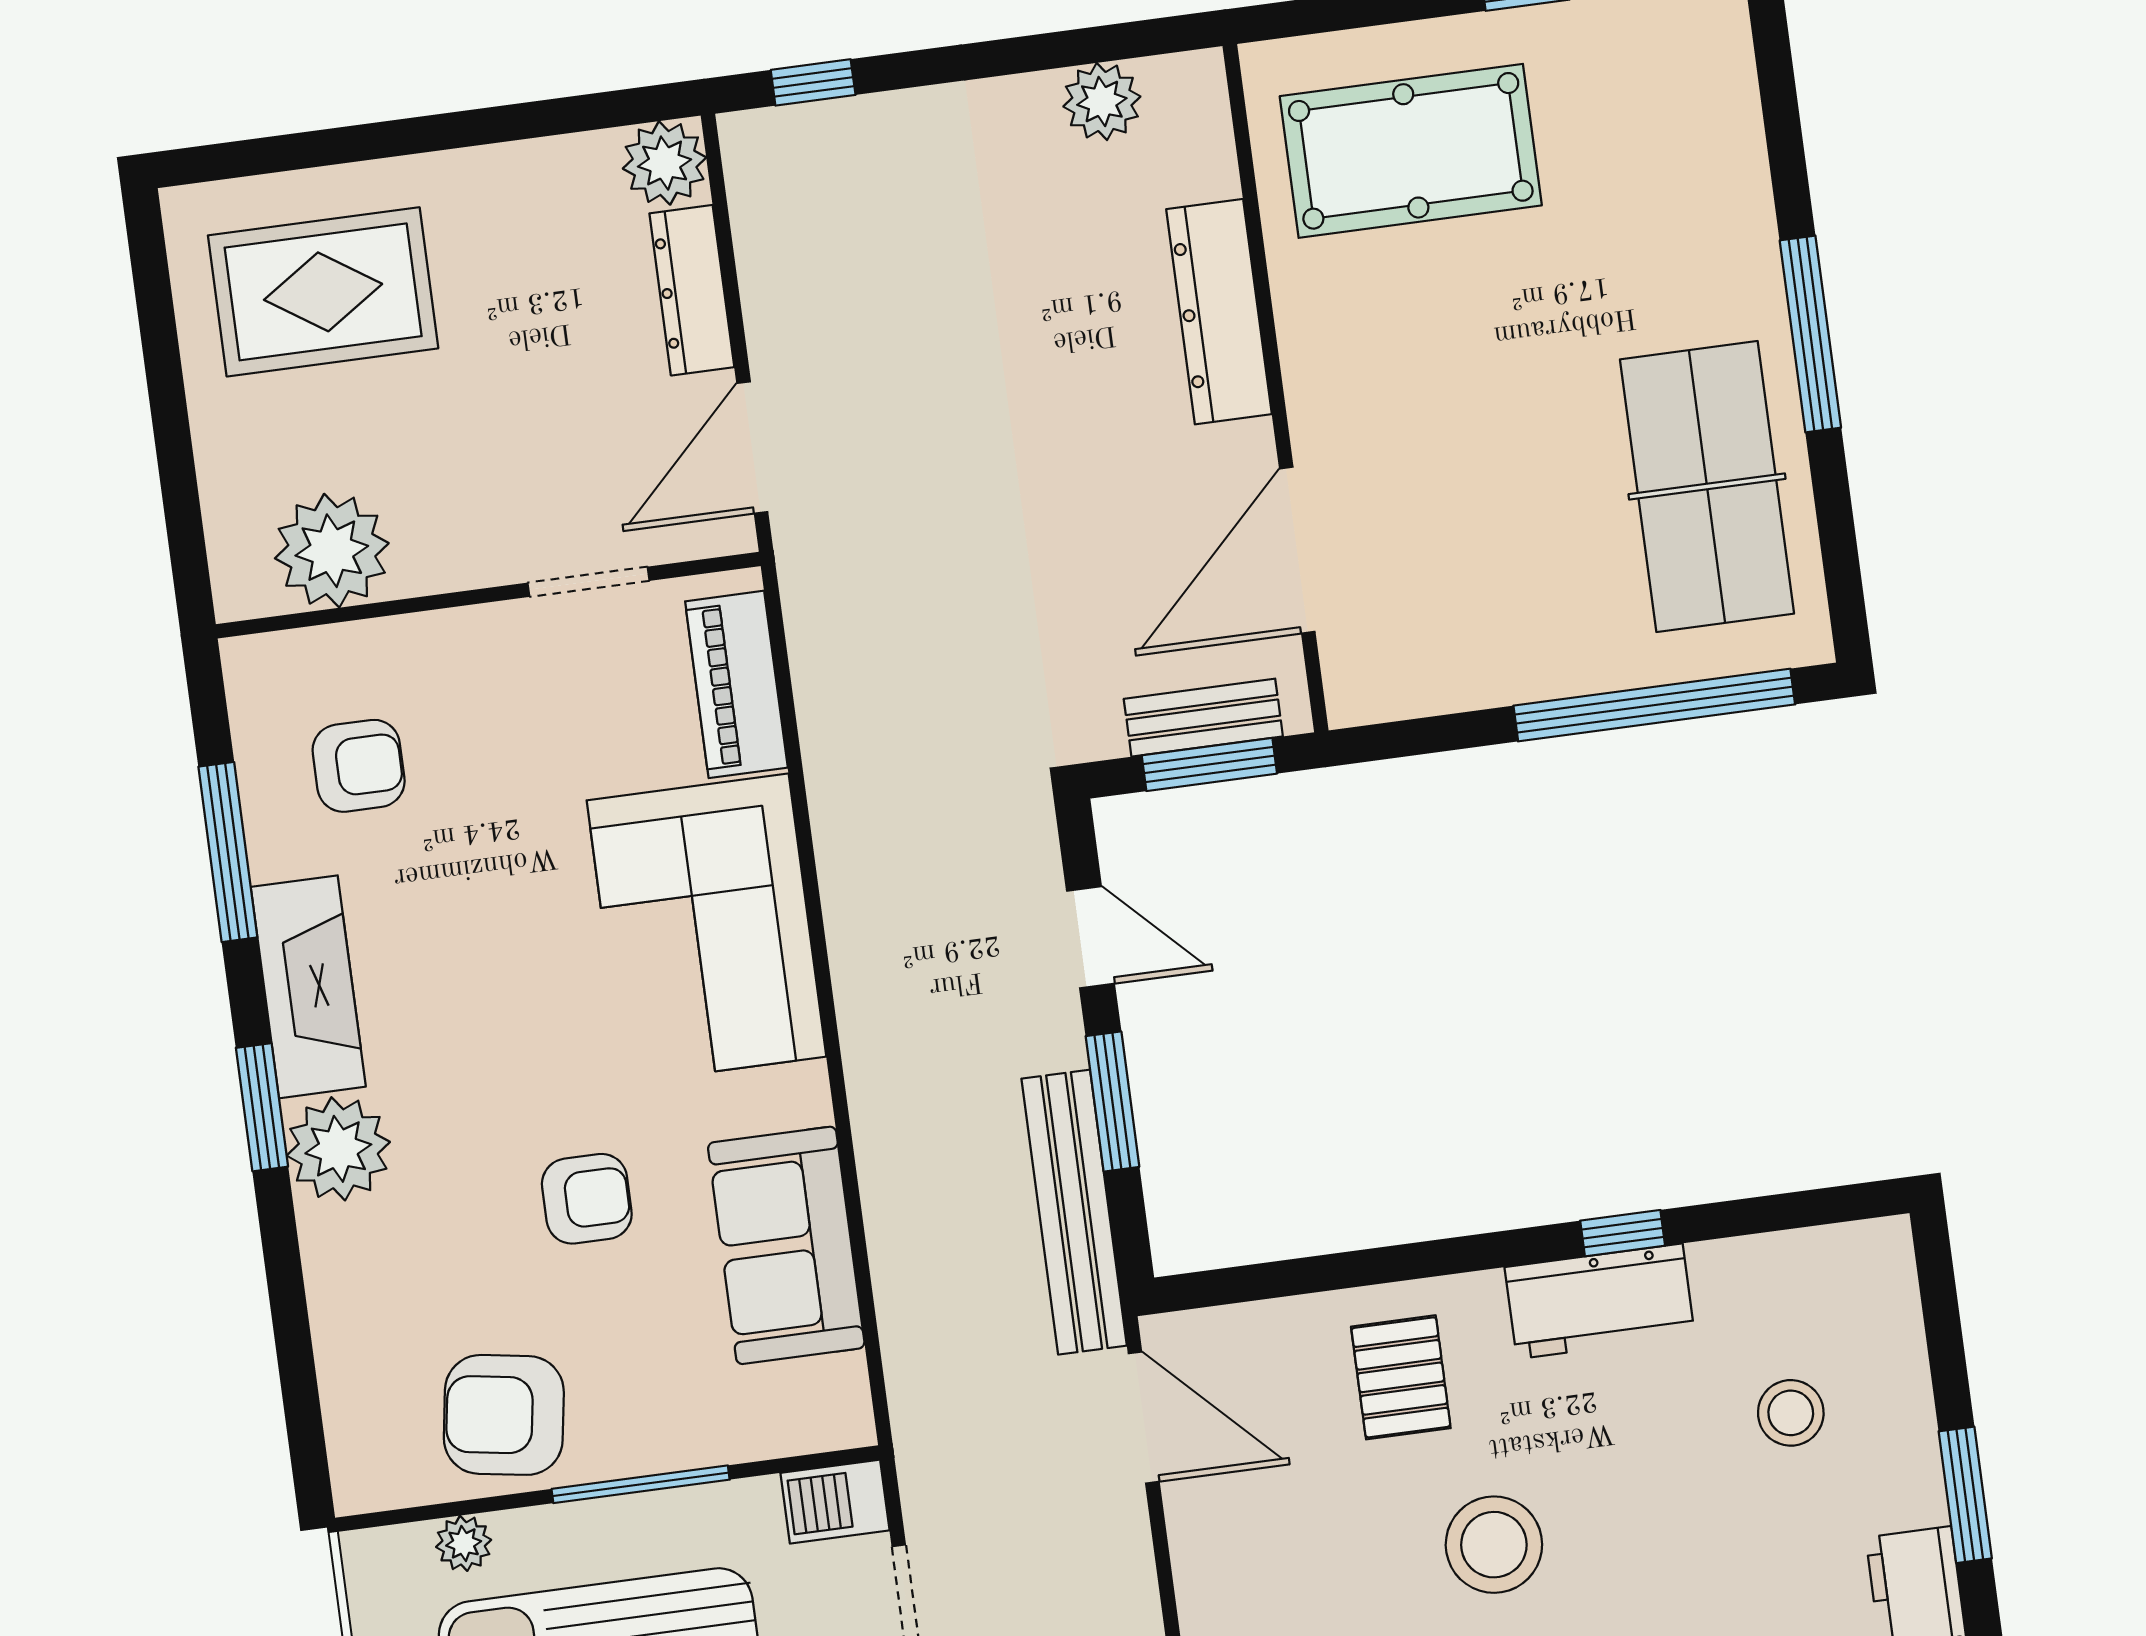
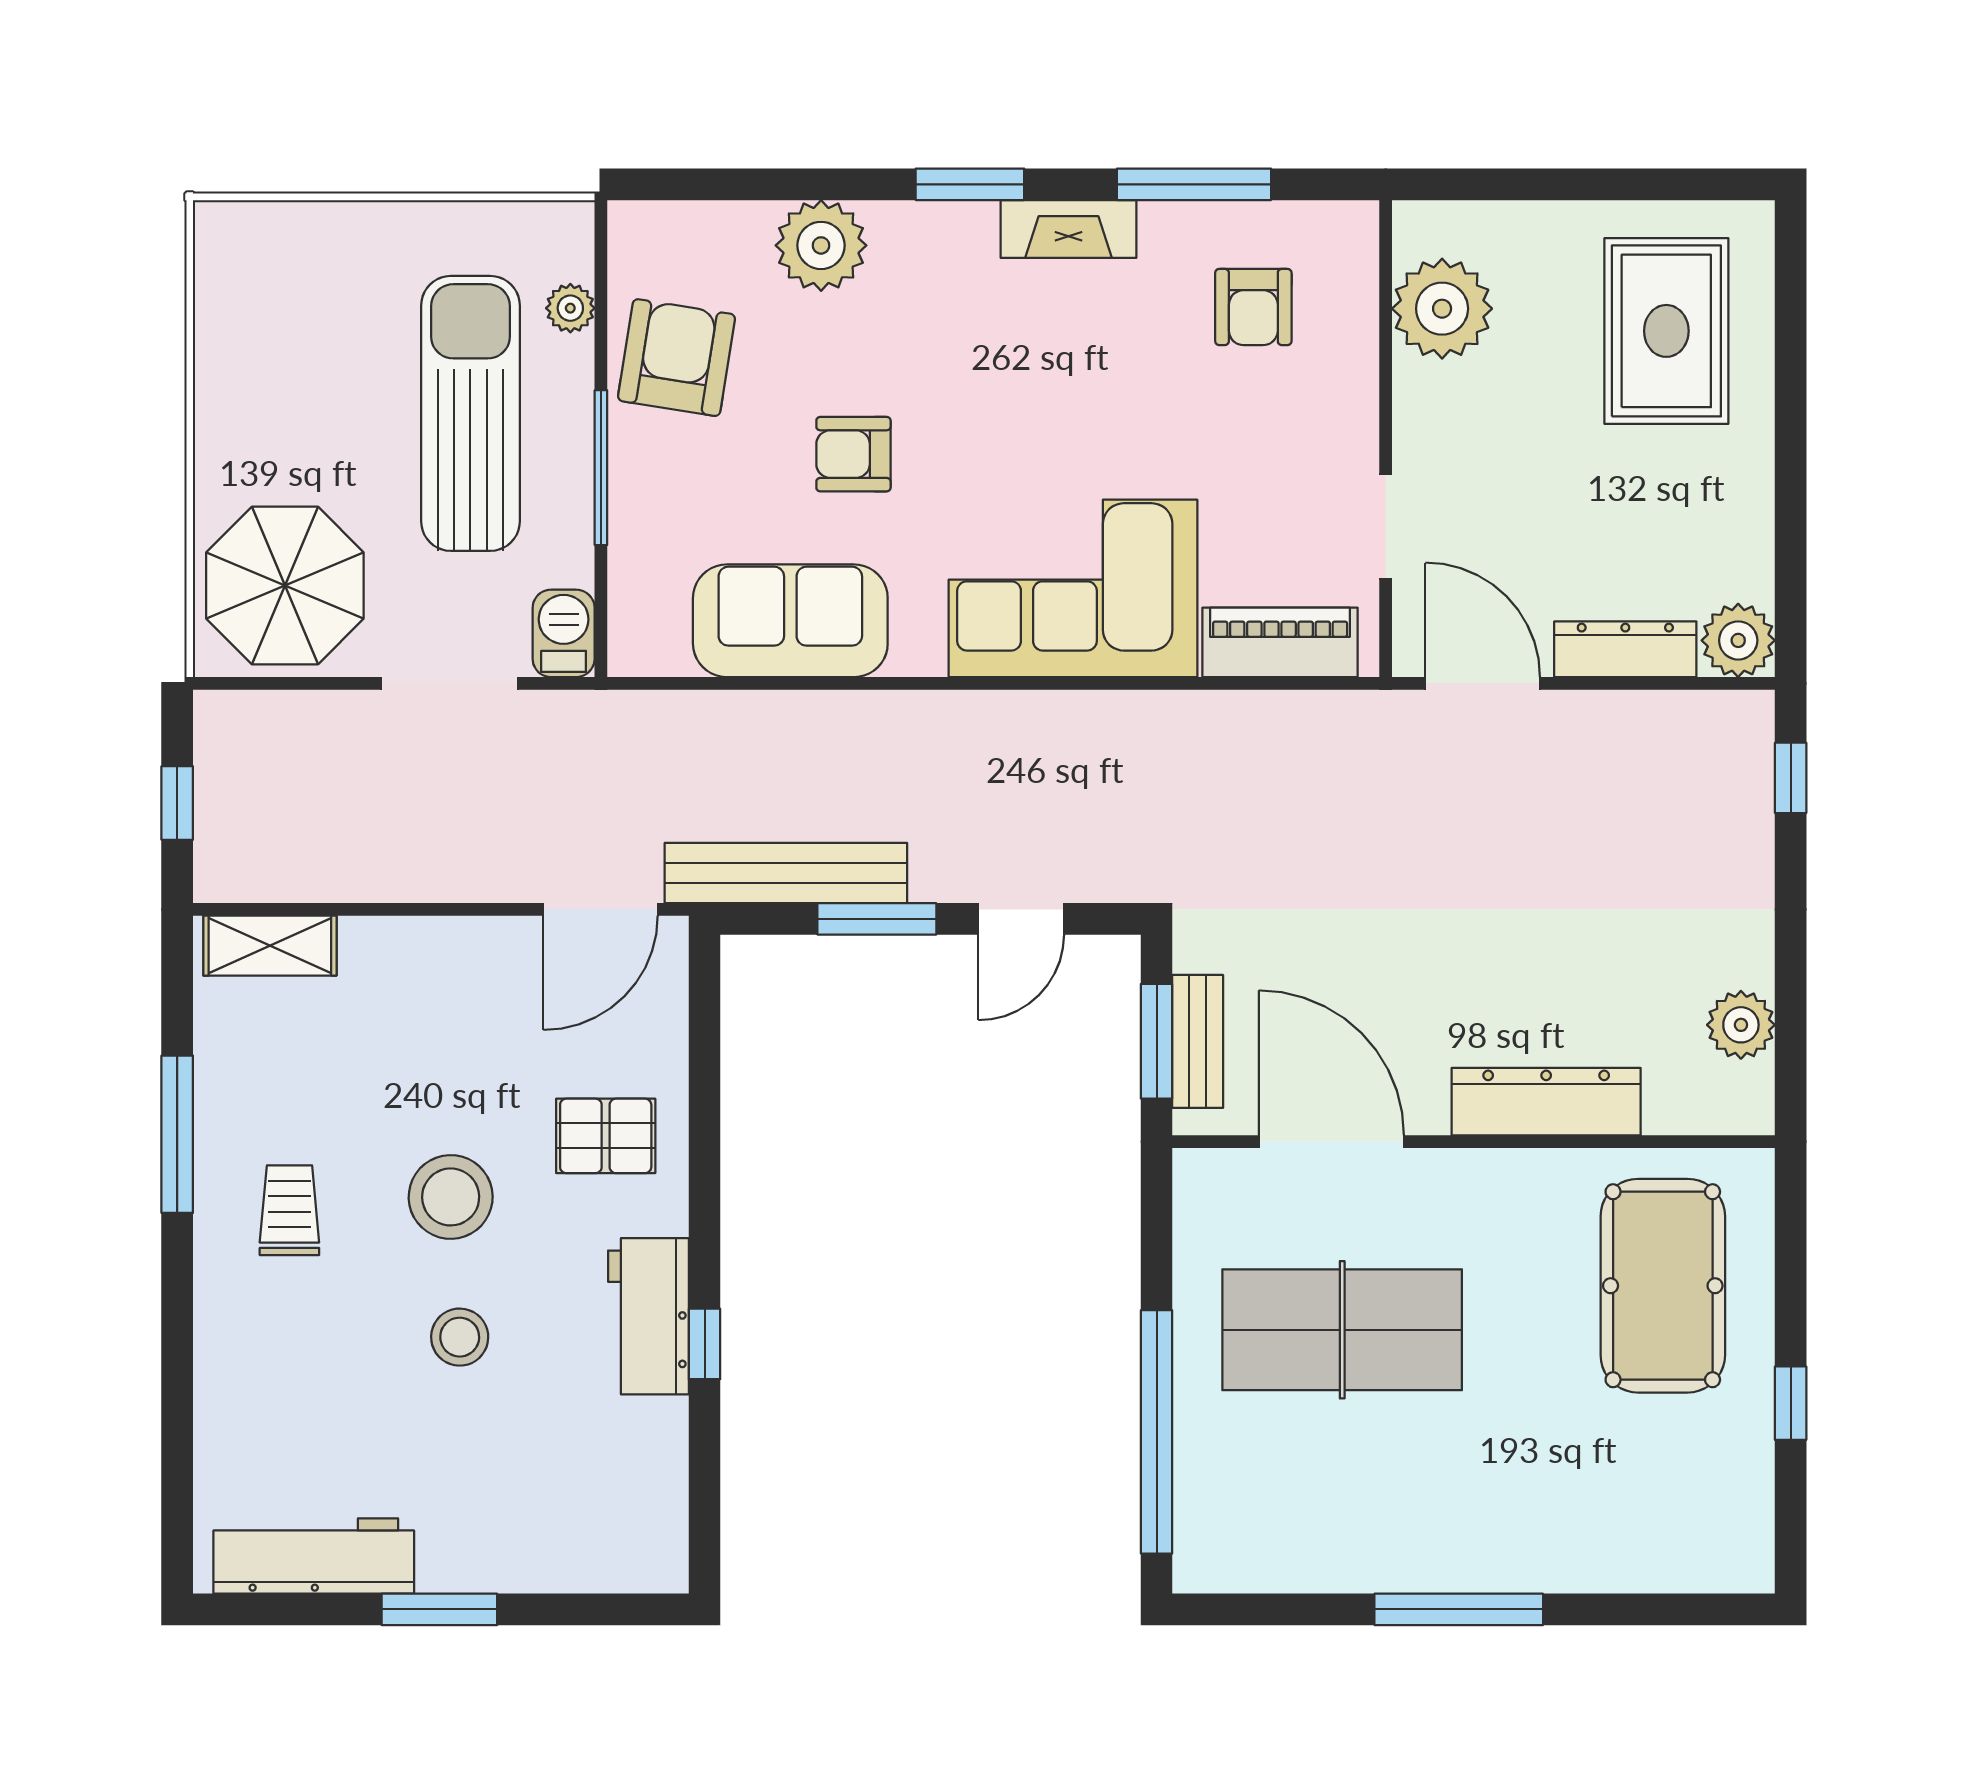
table tennis table: (1707, 487) -> (1342, 1330), moved
fireplace: (308, 987) -> (1068, 229), width x0.73, depth x0.76
plant: (338, 1149) -> (821, 245), moved
armchair: (587, 1199) -> (853, 454), turned 90
stool: (1791, 1413) -> (460, 1337), moved

